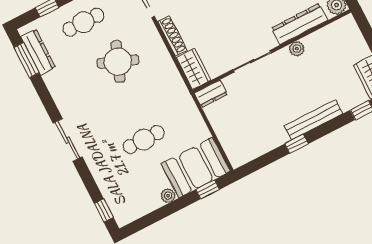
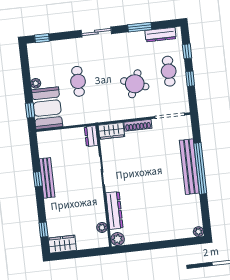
plant: (297, 49) -> (102, 227), moved
window: (27, 60) -> (140, 27), moved
bench: (313, 120) -> (47, 178), moved

